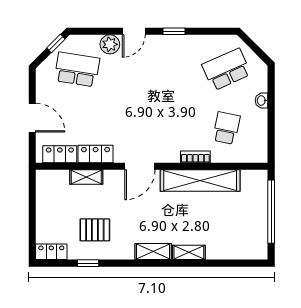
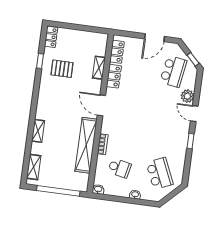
door: (32, 118) -> (155, 38), moved
washbasin: (261, 155) -> (98, 189), added
pallet: (95, 230) -> (62, 69), turned 90
shelving: (153, 252) -> (34, 167), moved

